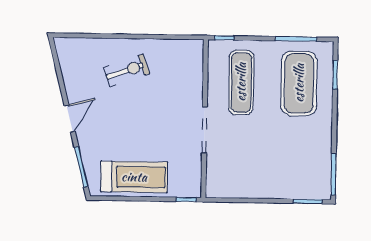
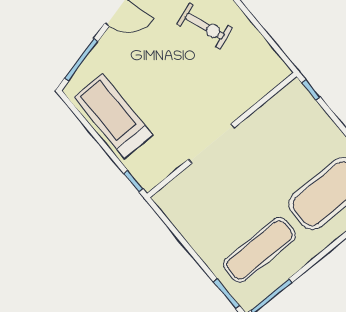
exercise mat: (241, 82) -> (260, 250), moved
treadmill: (134, 177) -> (113, 116), turned 180

